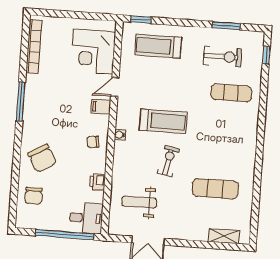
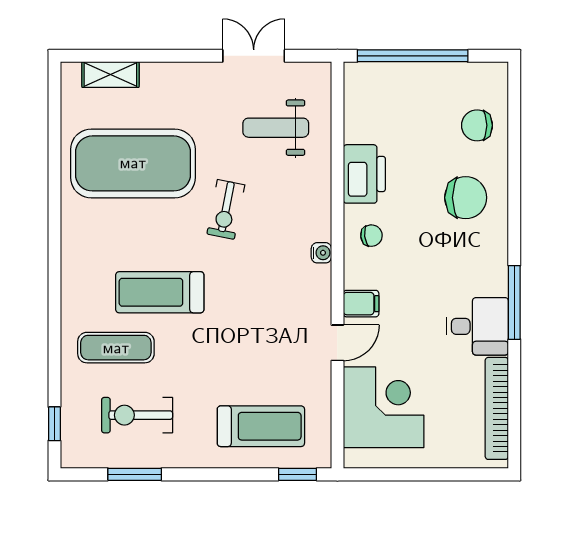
treadmill: (163, 121) -> (160, 292), moved
chair: (42, 158) -> (466, 198), turned 120
printer: (98, 182) -> (364, 174), width x1.87, depth x1.48
exercise mat: (215, 189) -> (133, 163), width x2.00, depth x1.45
chair: (34, 196) -> (477, 125), turned -90
weight bench: (139, 202) -> (276, 128), turned 180
desk: (86, 218) -> (477, 326), moved, turned 180

